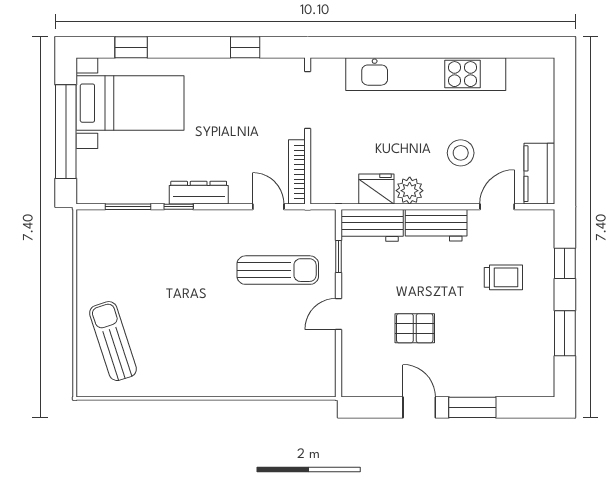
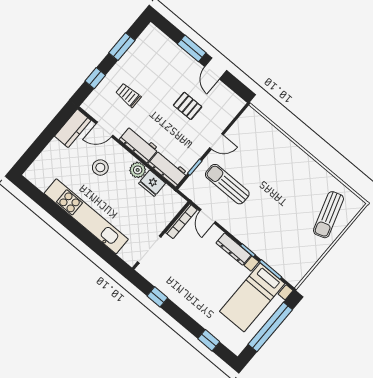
bed with nightstands: (130, 103) -> (252, 297), moved, turned -90

